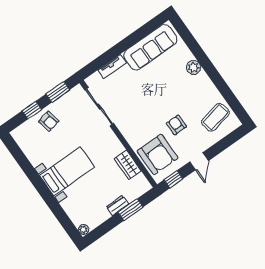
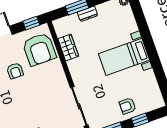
armchair: (49, 121) -> (128, 106), turned -78
armchair: (157, 154) -> (39, 49), turned 180

